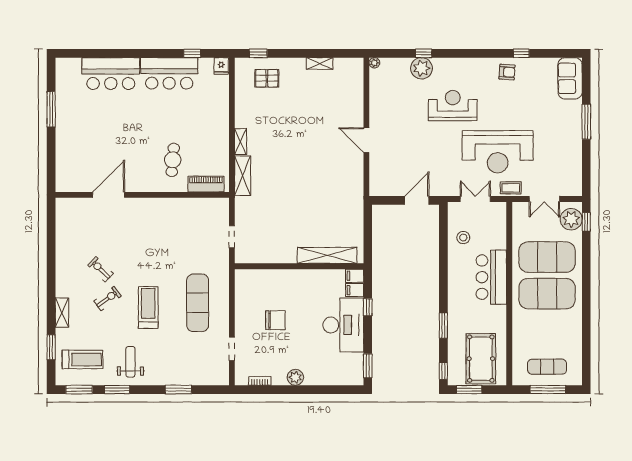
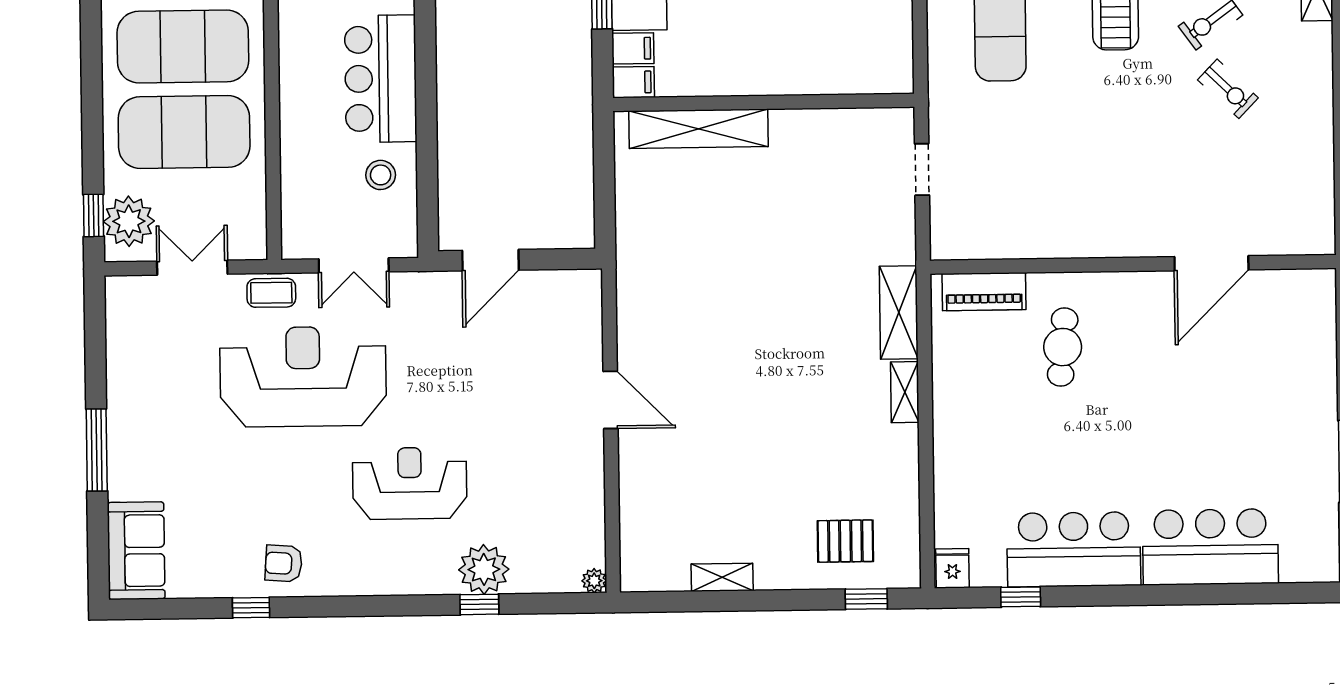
reception desk: (453, 106) -> (410, 483), turned 180
bar counter: (491, 277) -> (381, 79), moved, turned 180

